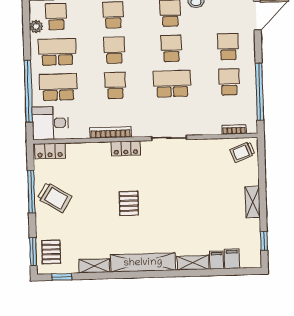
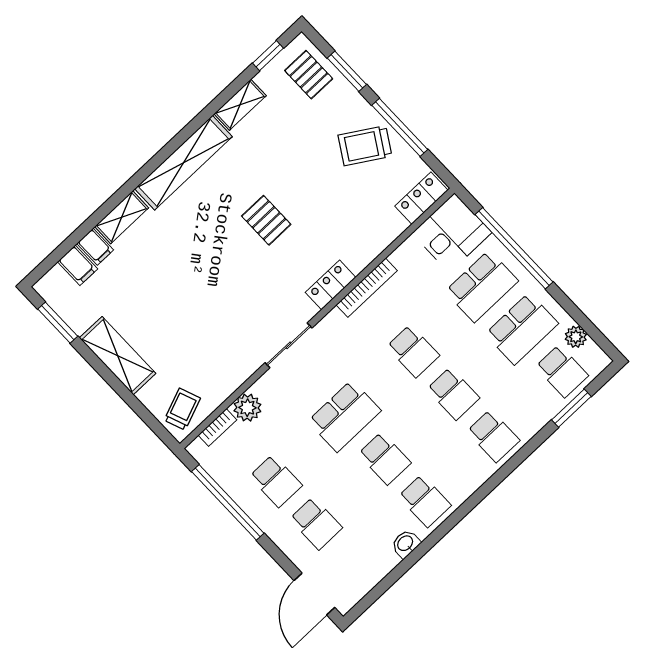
plant: (213, 126) -> (247, 408), added
shelving: (253, 202) -> (118, 356), width x1.50, depth x1.33
window: (264, 241) -> (58, 323), width x1.50
window: (33, 252) -> (347, 71), moved

